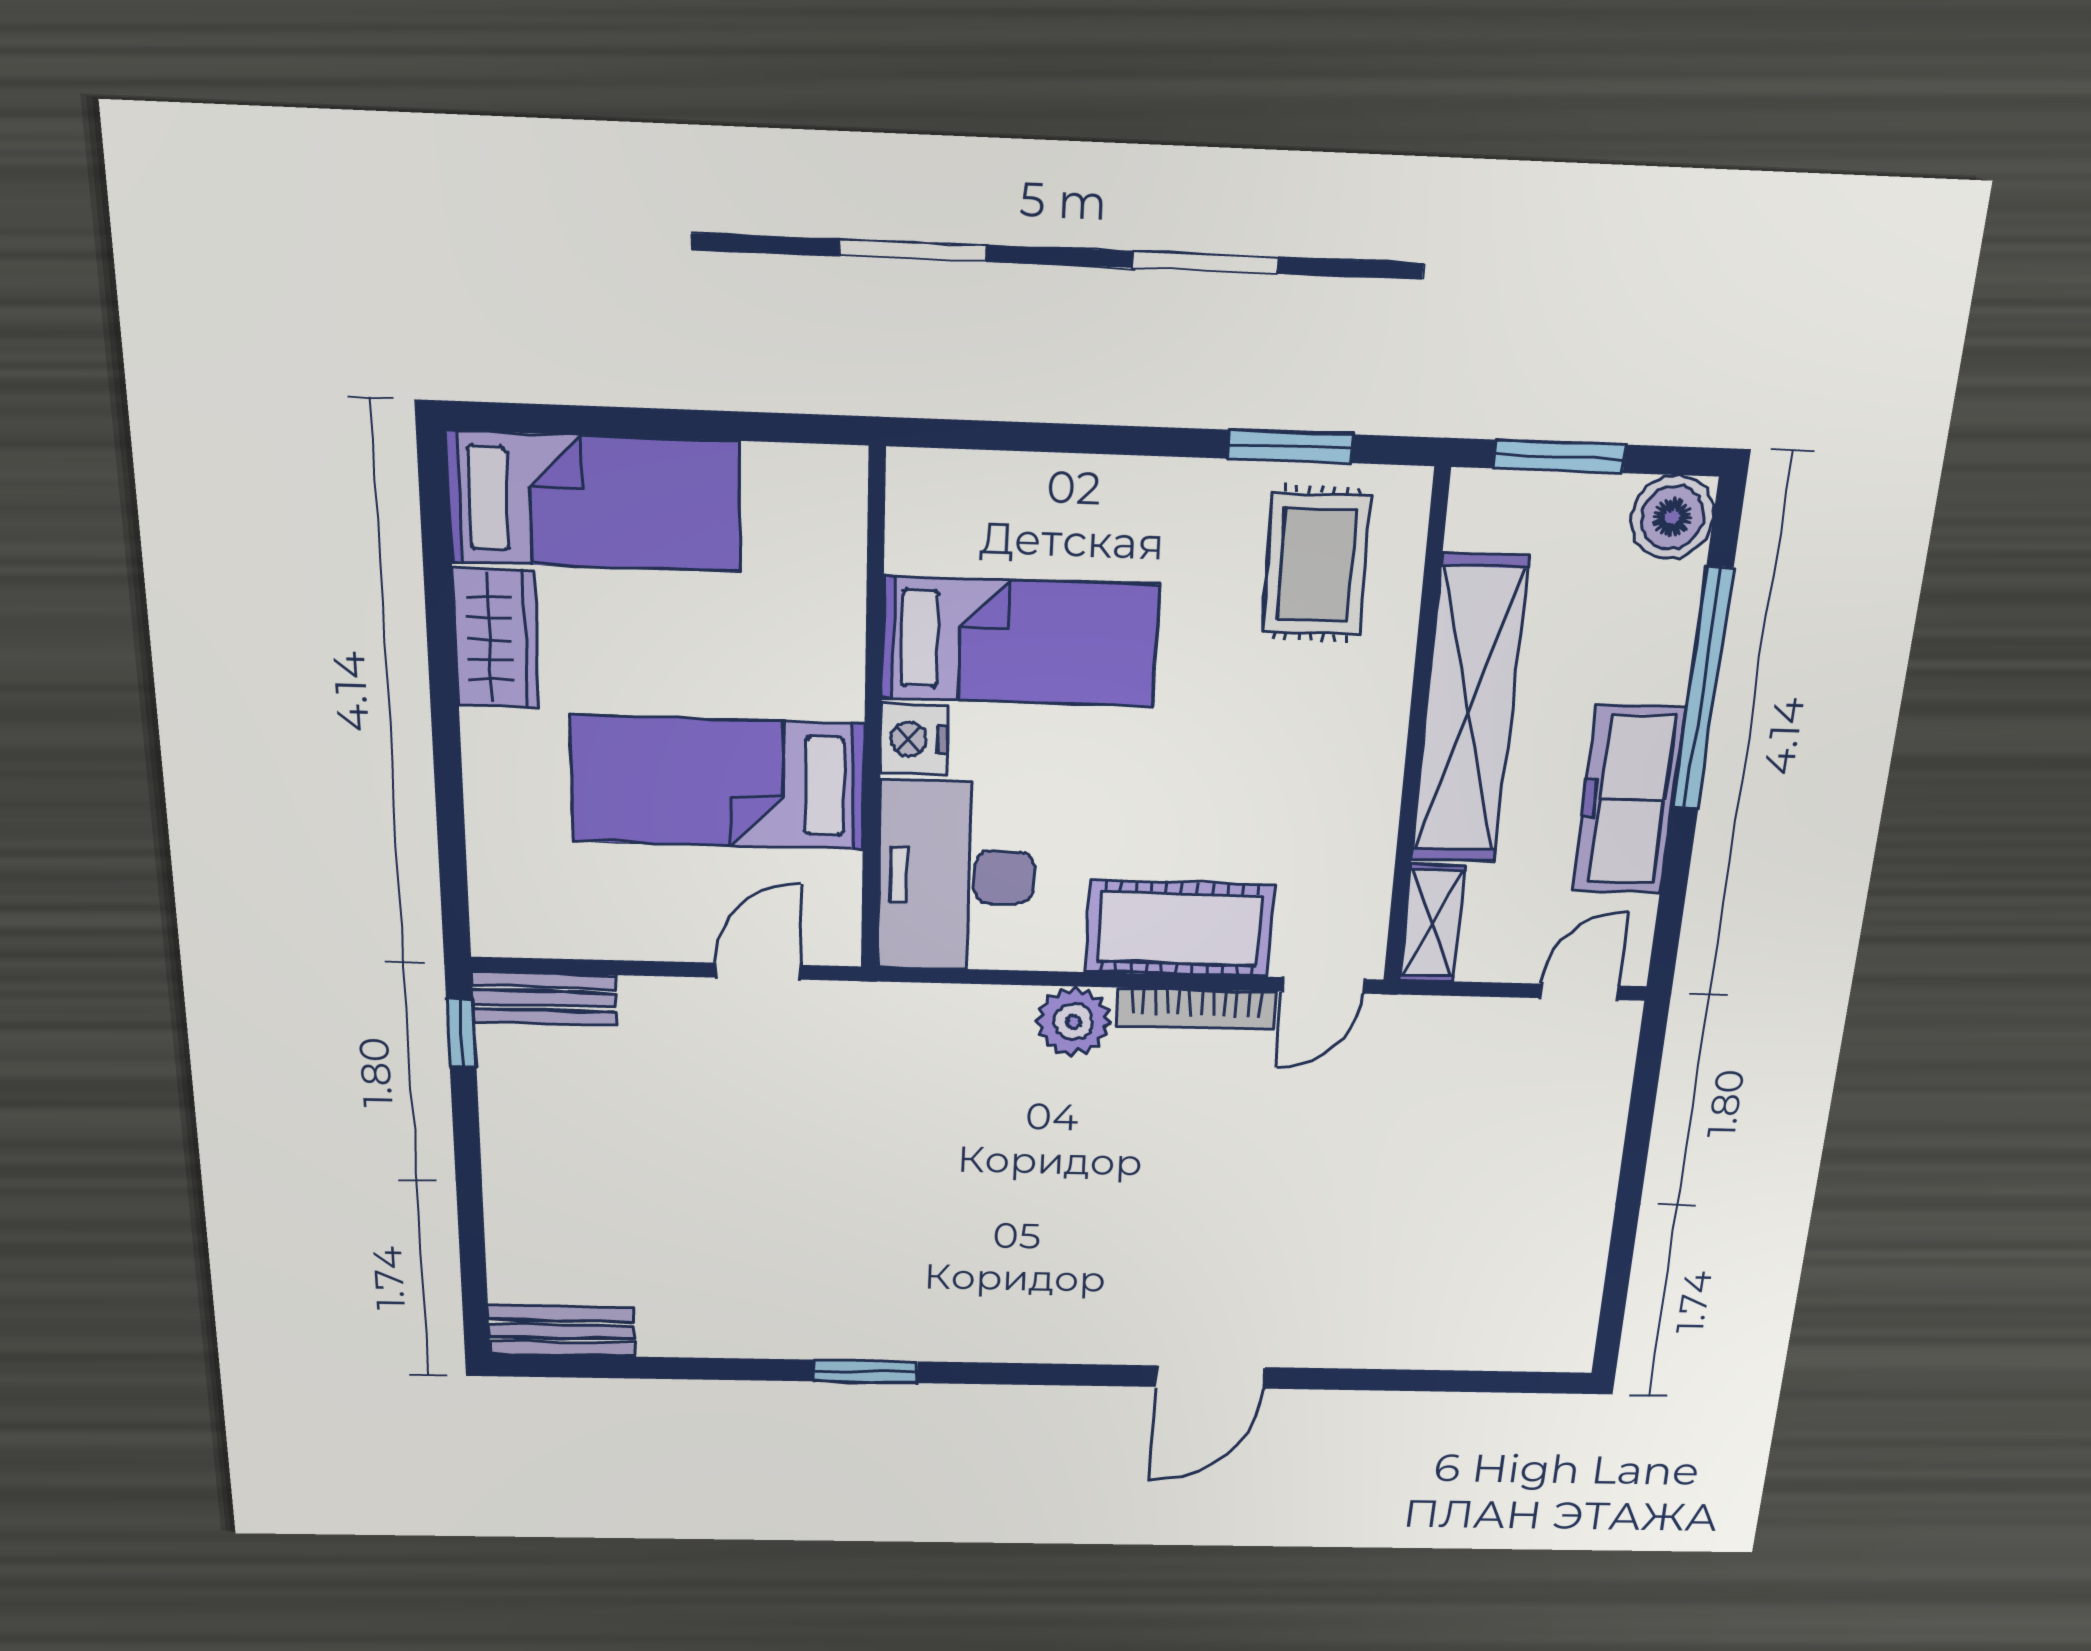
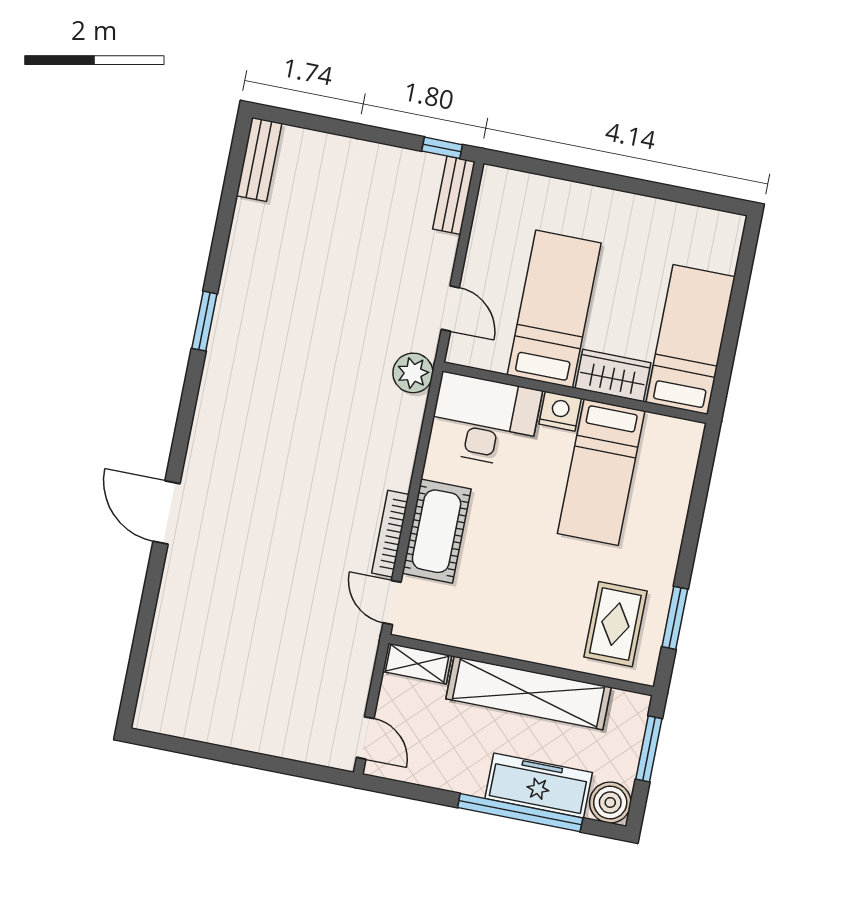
bed: (594, 502) -> (691, 340), moved, turned 180
rug: (1316, 564) -> (615, 624), turned 90
wardrobe: (496, 639) -> (613, 375), moved, turned 180
freezer: (1629, 799) -> (539, 786), moved
plant: (1073, 1022) -> (413, 373), moved

